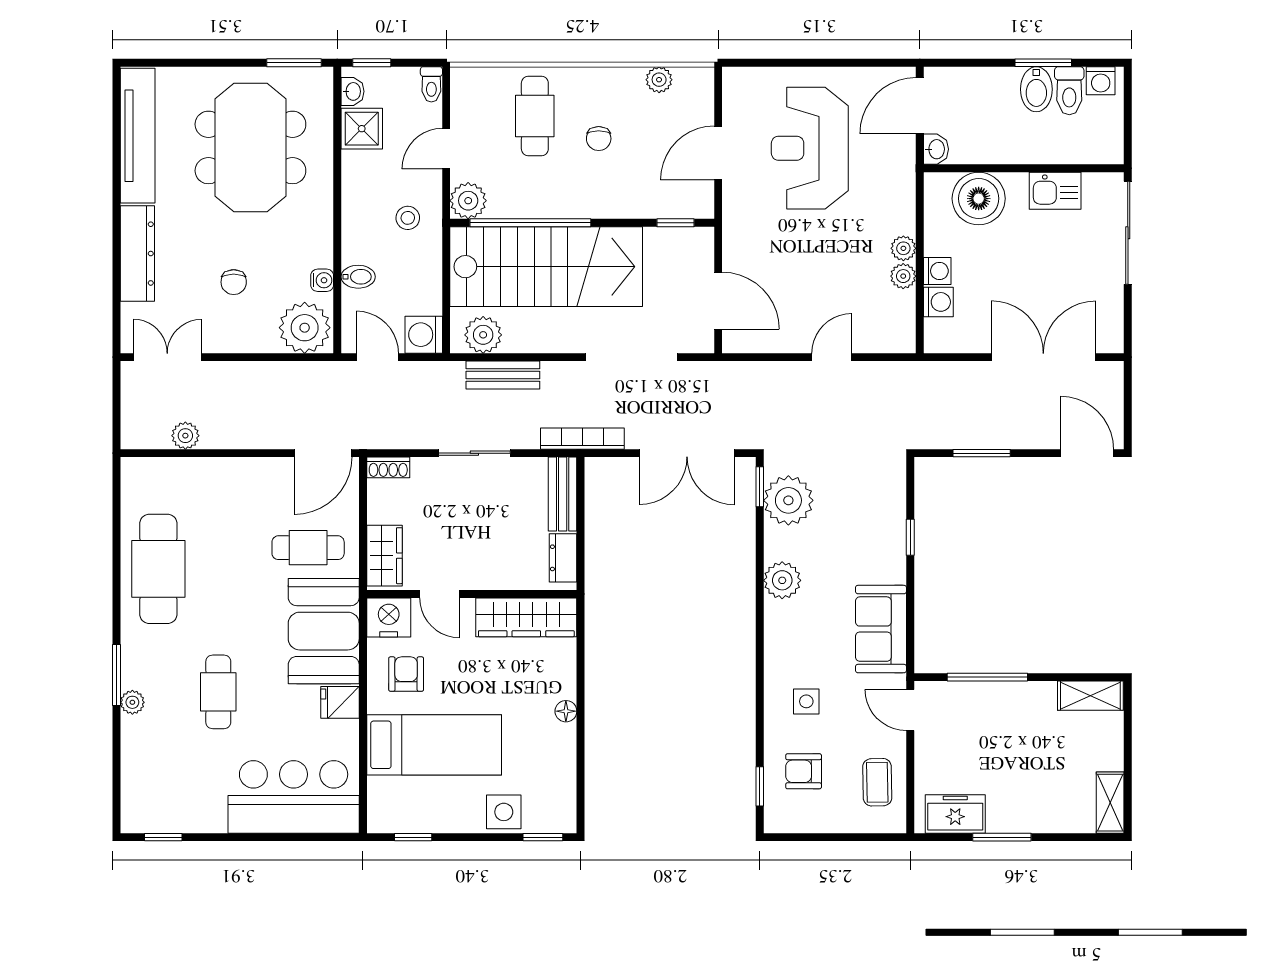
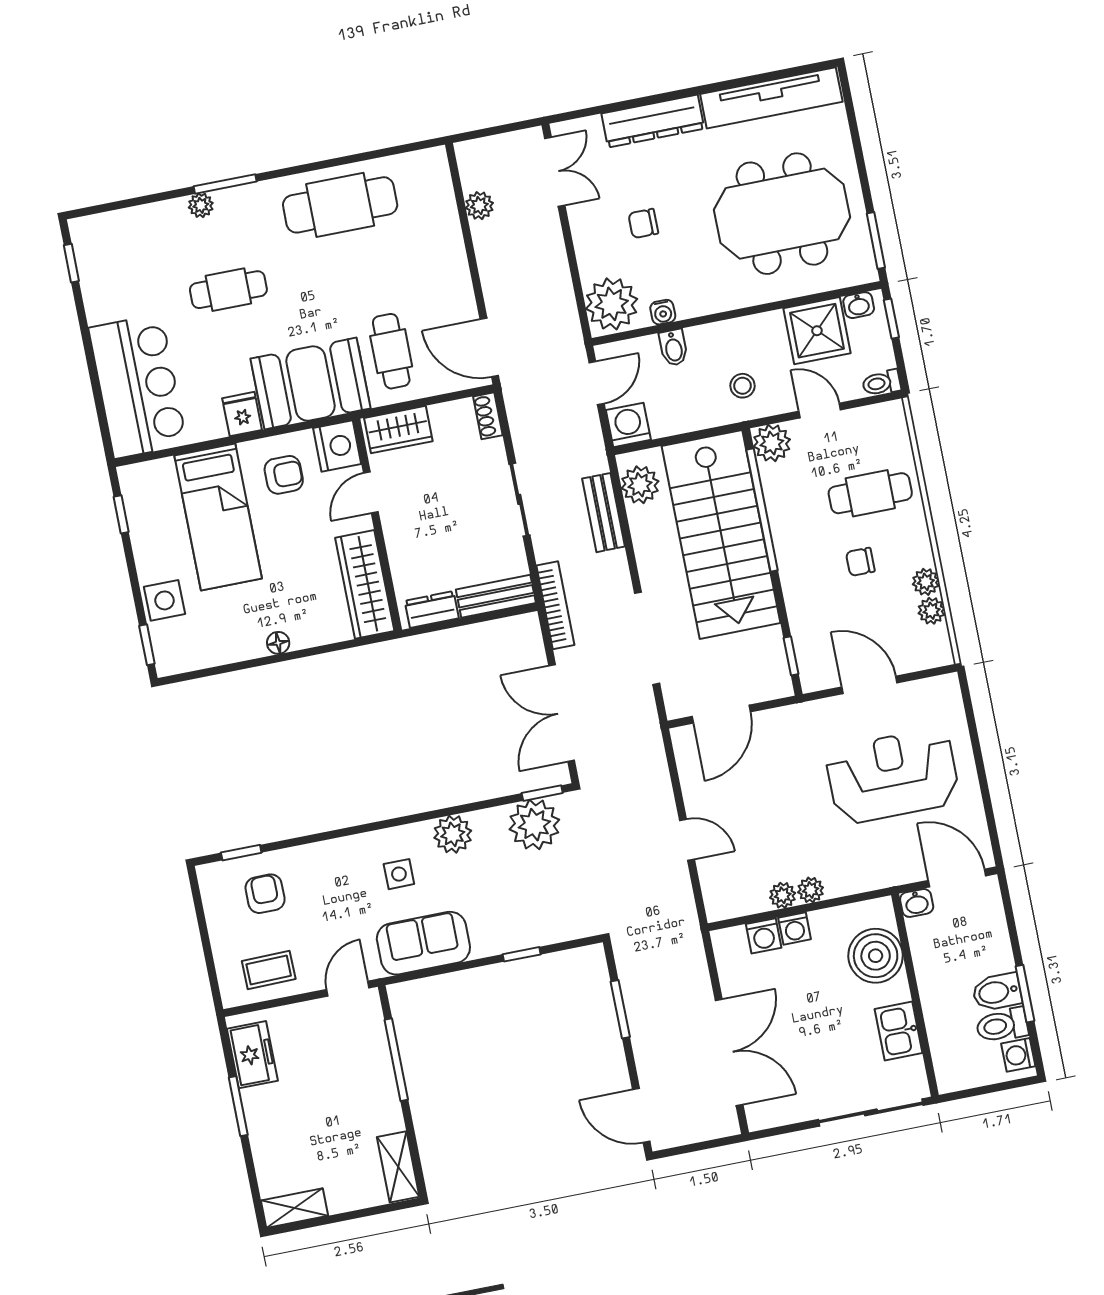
plant: (630, 80) -> (926, 582), added
shower: (362, 129) -> (817, 331), width x1.36, depth x1.36
door: (1087, 453) -> (641, 1116), swing flipped
side table: (806, 701) -> (399, 874), moved

